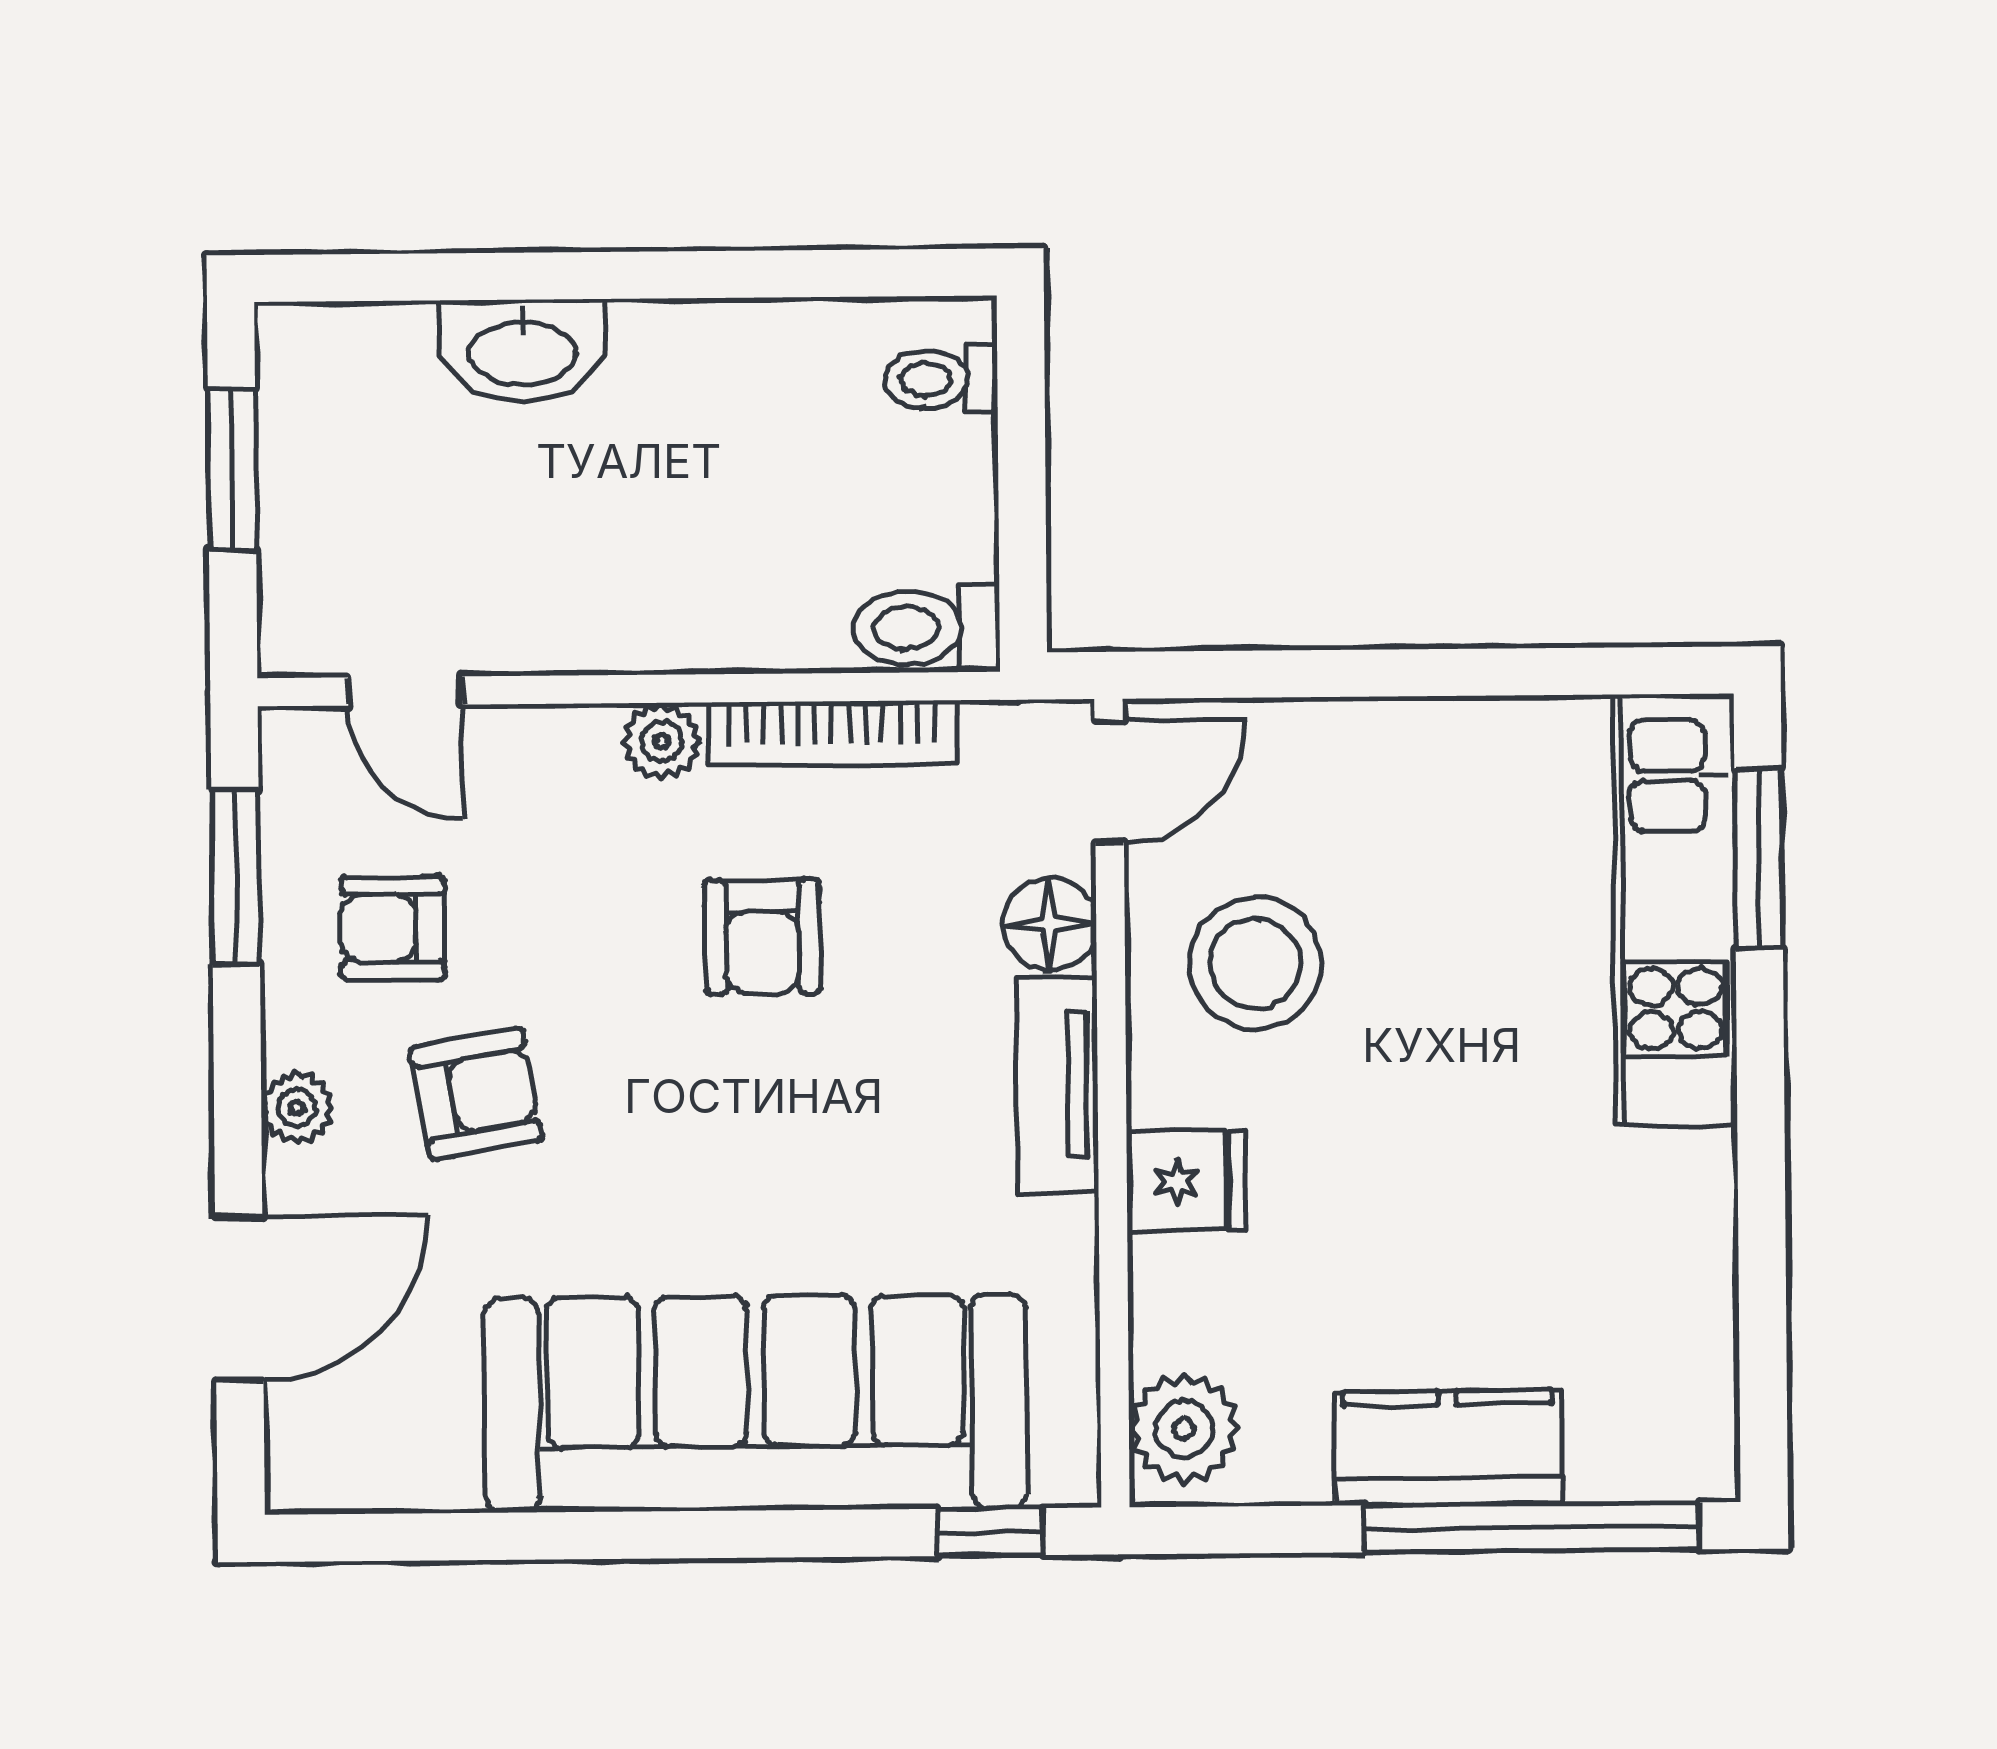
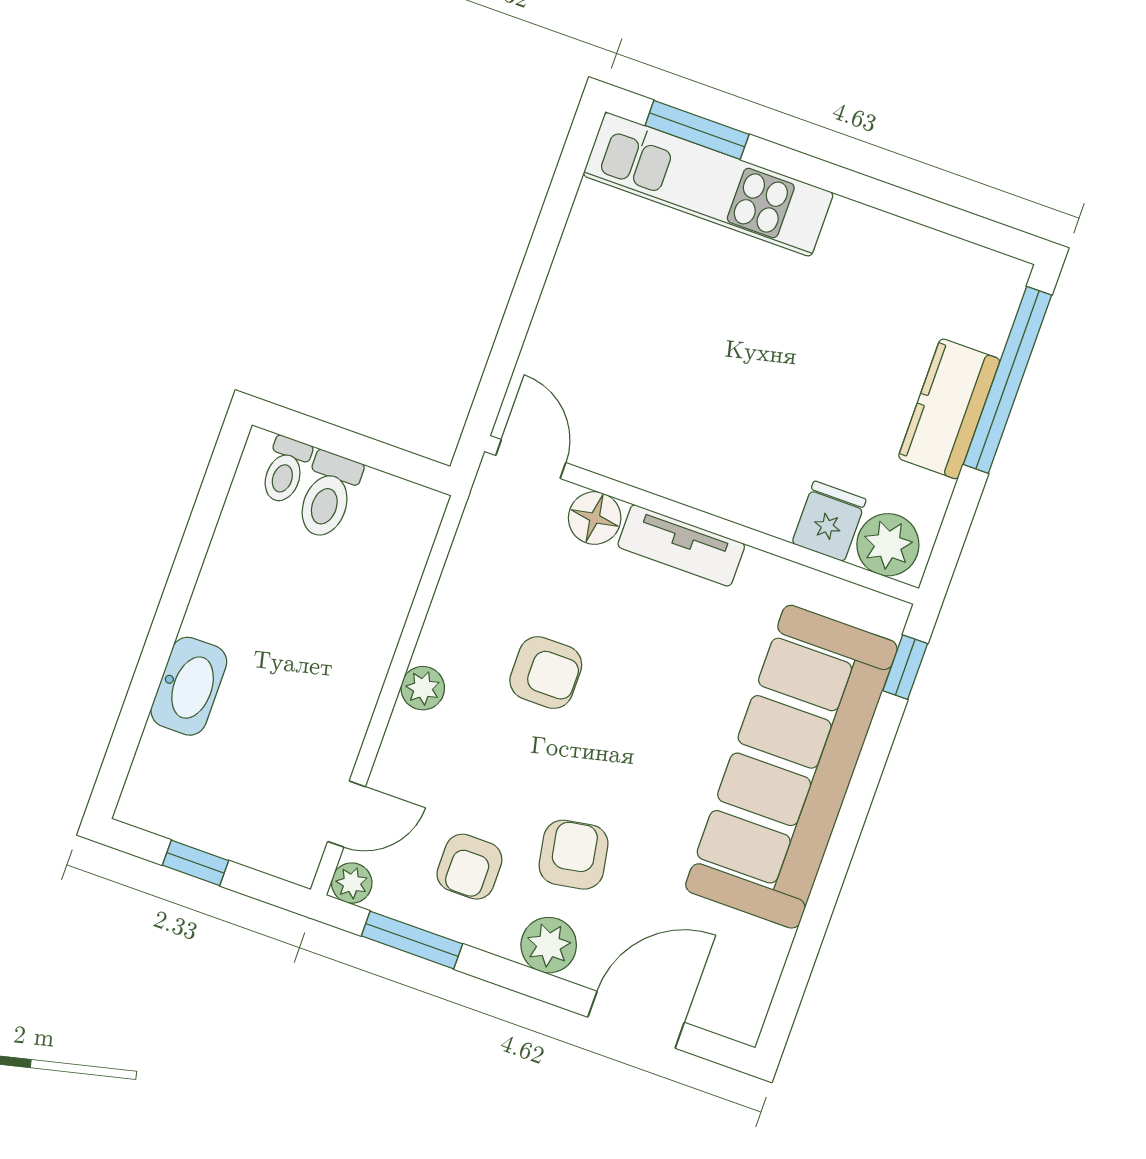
window: (232, 469) -> (195, 863), width x0.67
toilet: (926, 628) -> (328, 495), moved
bookcase: (832, 733) -> (451, 596), removed
plant: (294, 742) -> (352, 883), added
stool: (1255, 963) -> (655, 417), removed
plant: (297, 1108) -> (549, 945), width x1.38, depth x1.38
fridge: (1186, 1181) -> (829, 521), moved
door: (239, 1299) -> (636, 1020), hinge flipped

